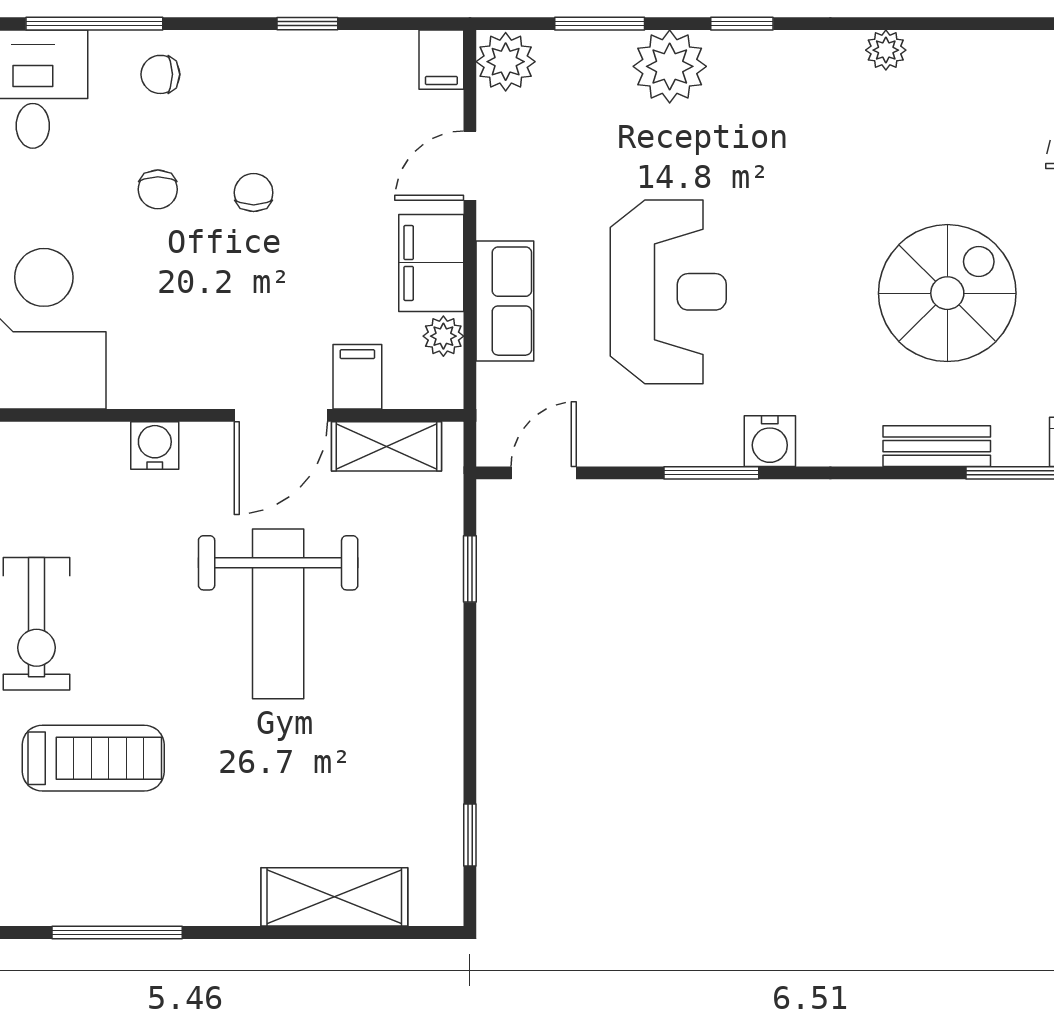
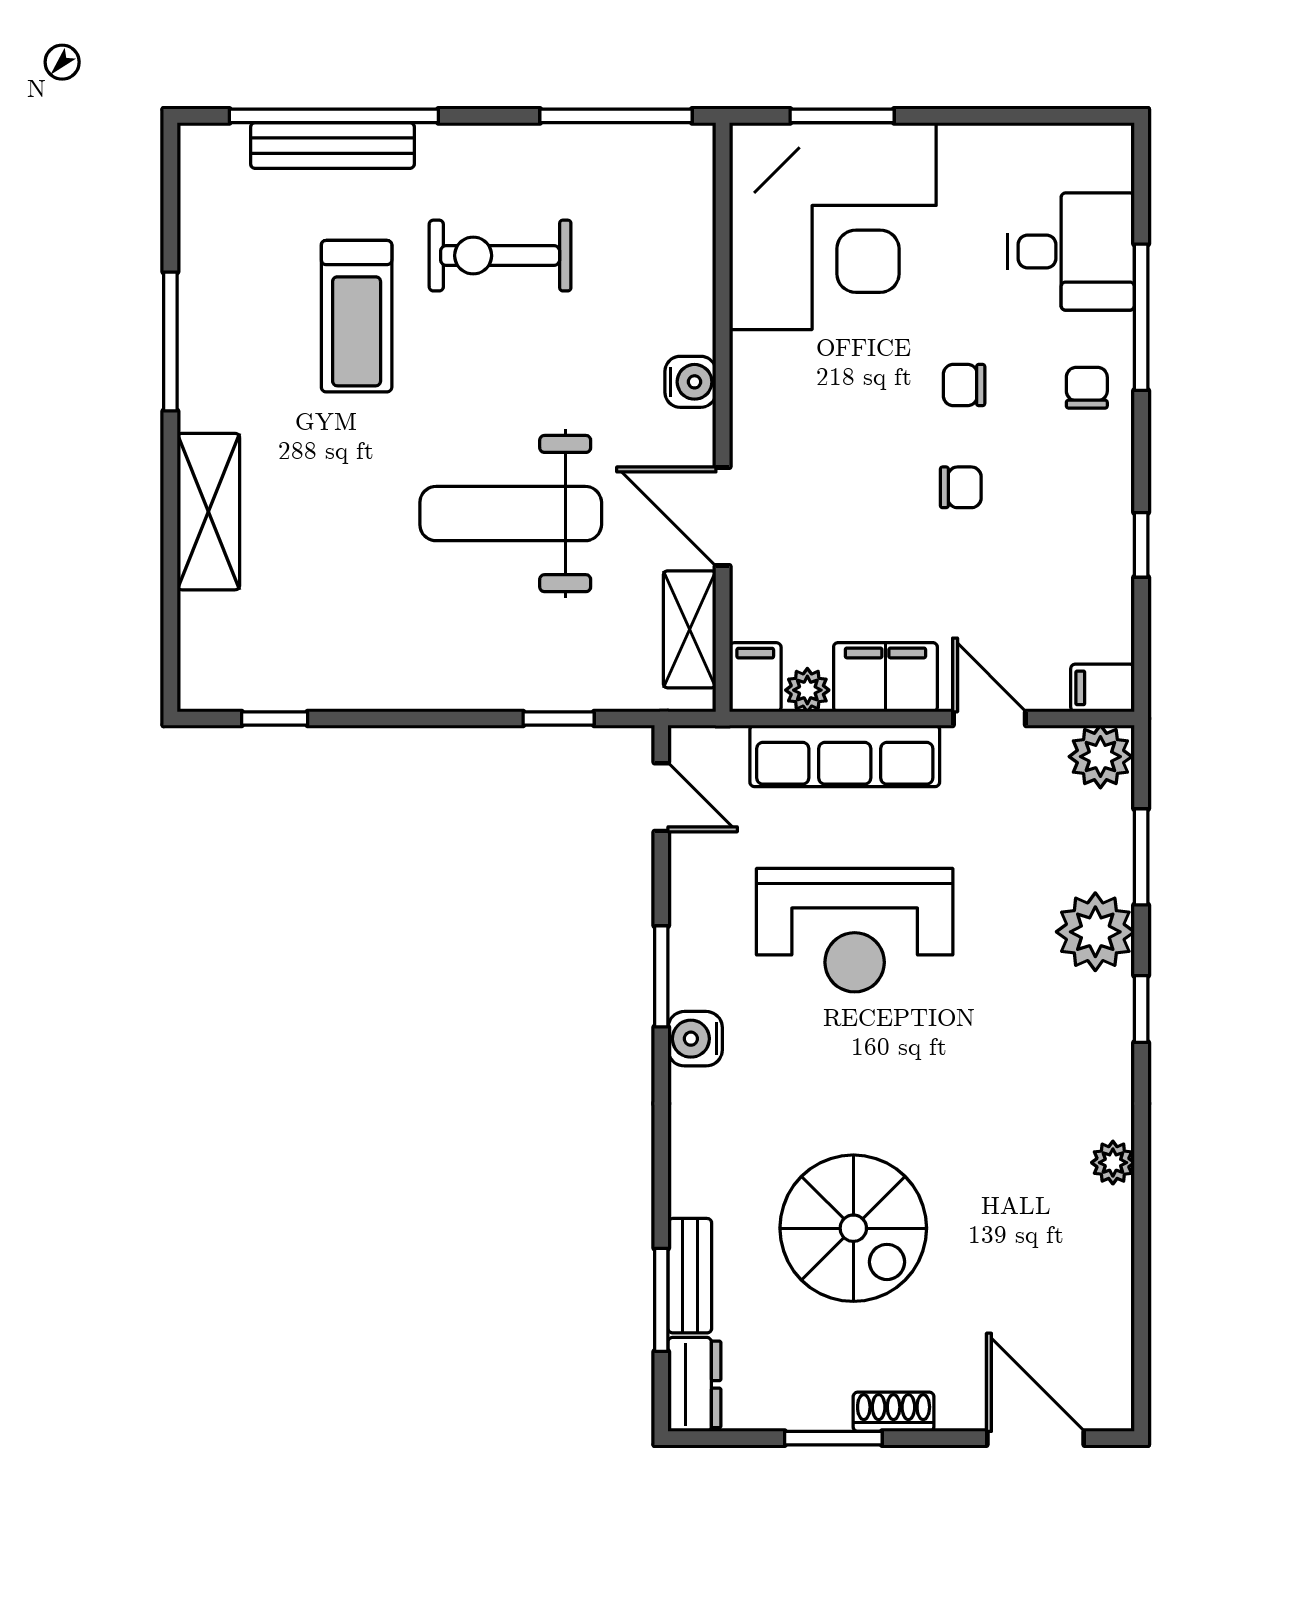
row of seats: (505, 301) -> (845, 756), width x1.48
filing cabinet: (357, 377) -> (755, 677), moved, turned -90
bench: (937, 446) -> (690, 1276), moved
shelving: (334, 897) -> (208, 512), moved

